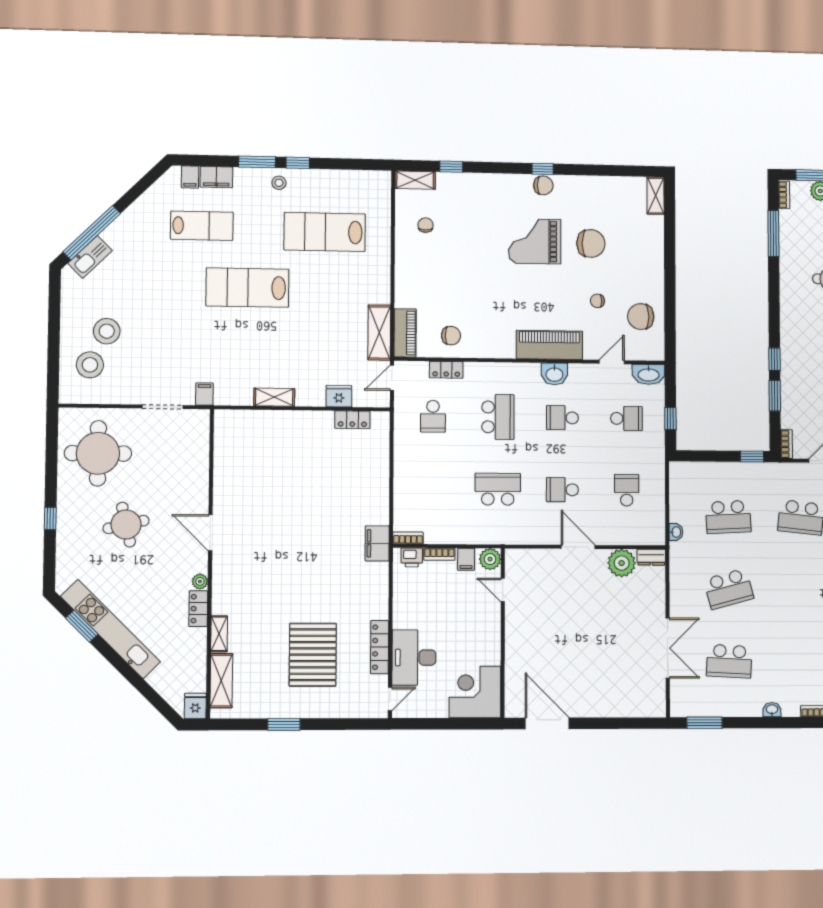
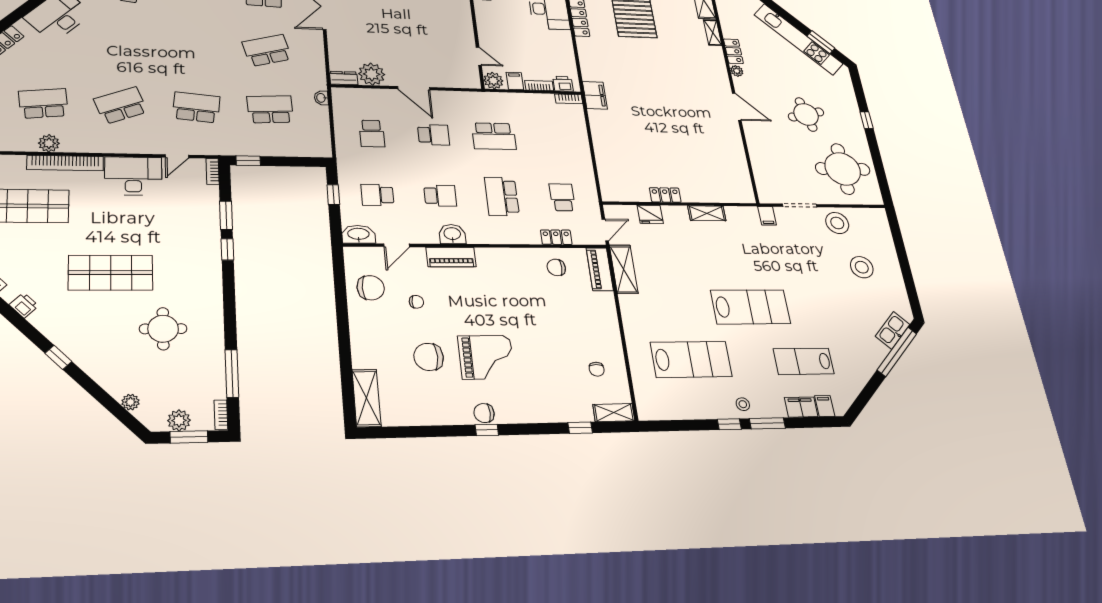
shelving: (656, 196) -> (367, 398), width x1.50, depth x1.33
piano: (549, 345) -> (451, 257), width x0.73, depth x0.75
stool: (90, 365) -> (837, 223), moved
locker: (352, 420) -> (665, 195), moved

